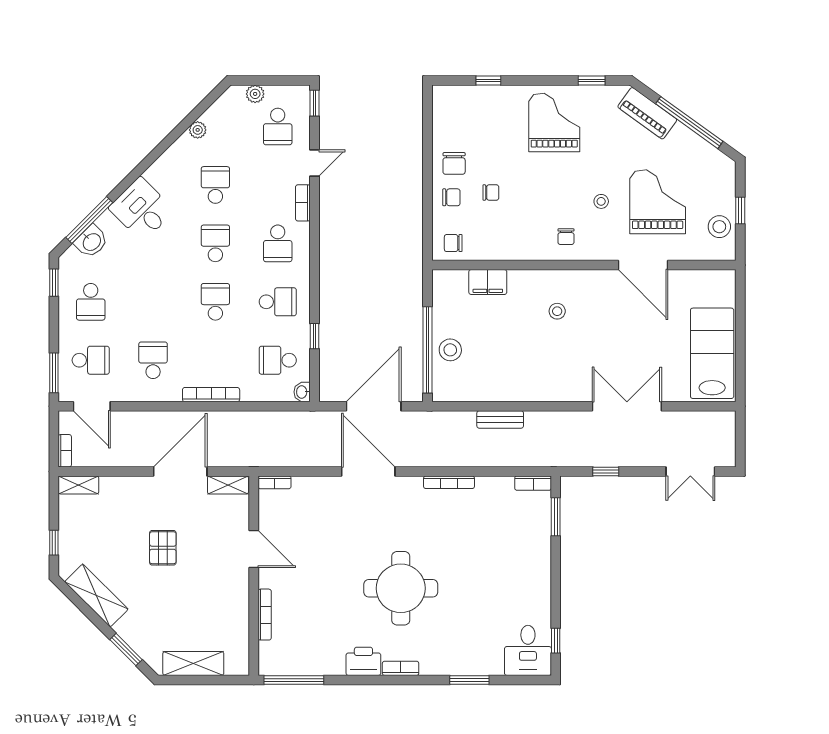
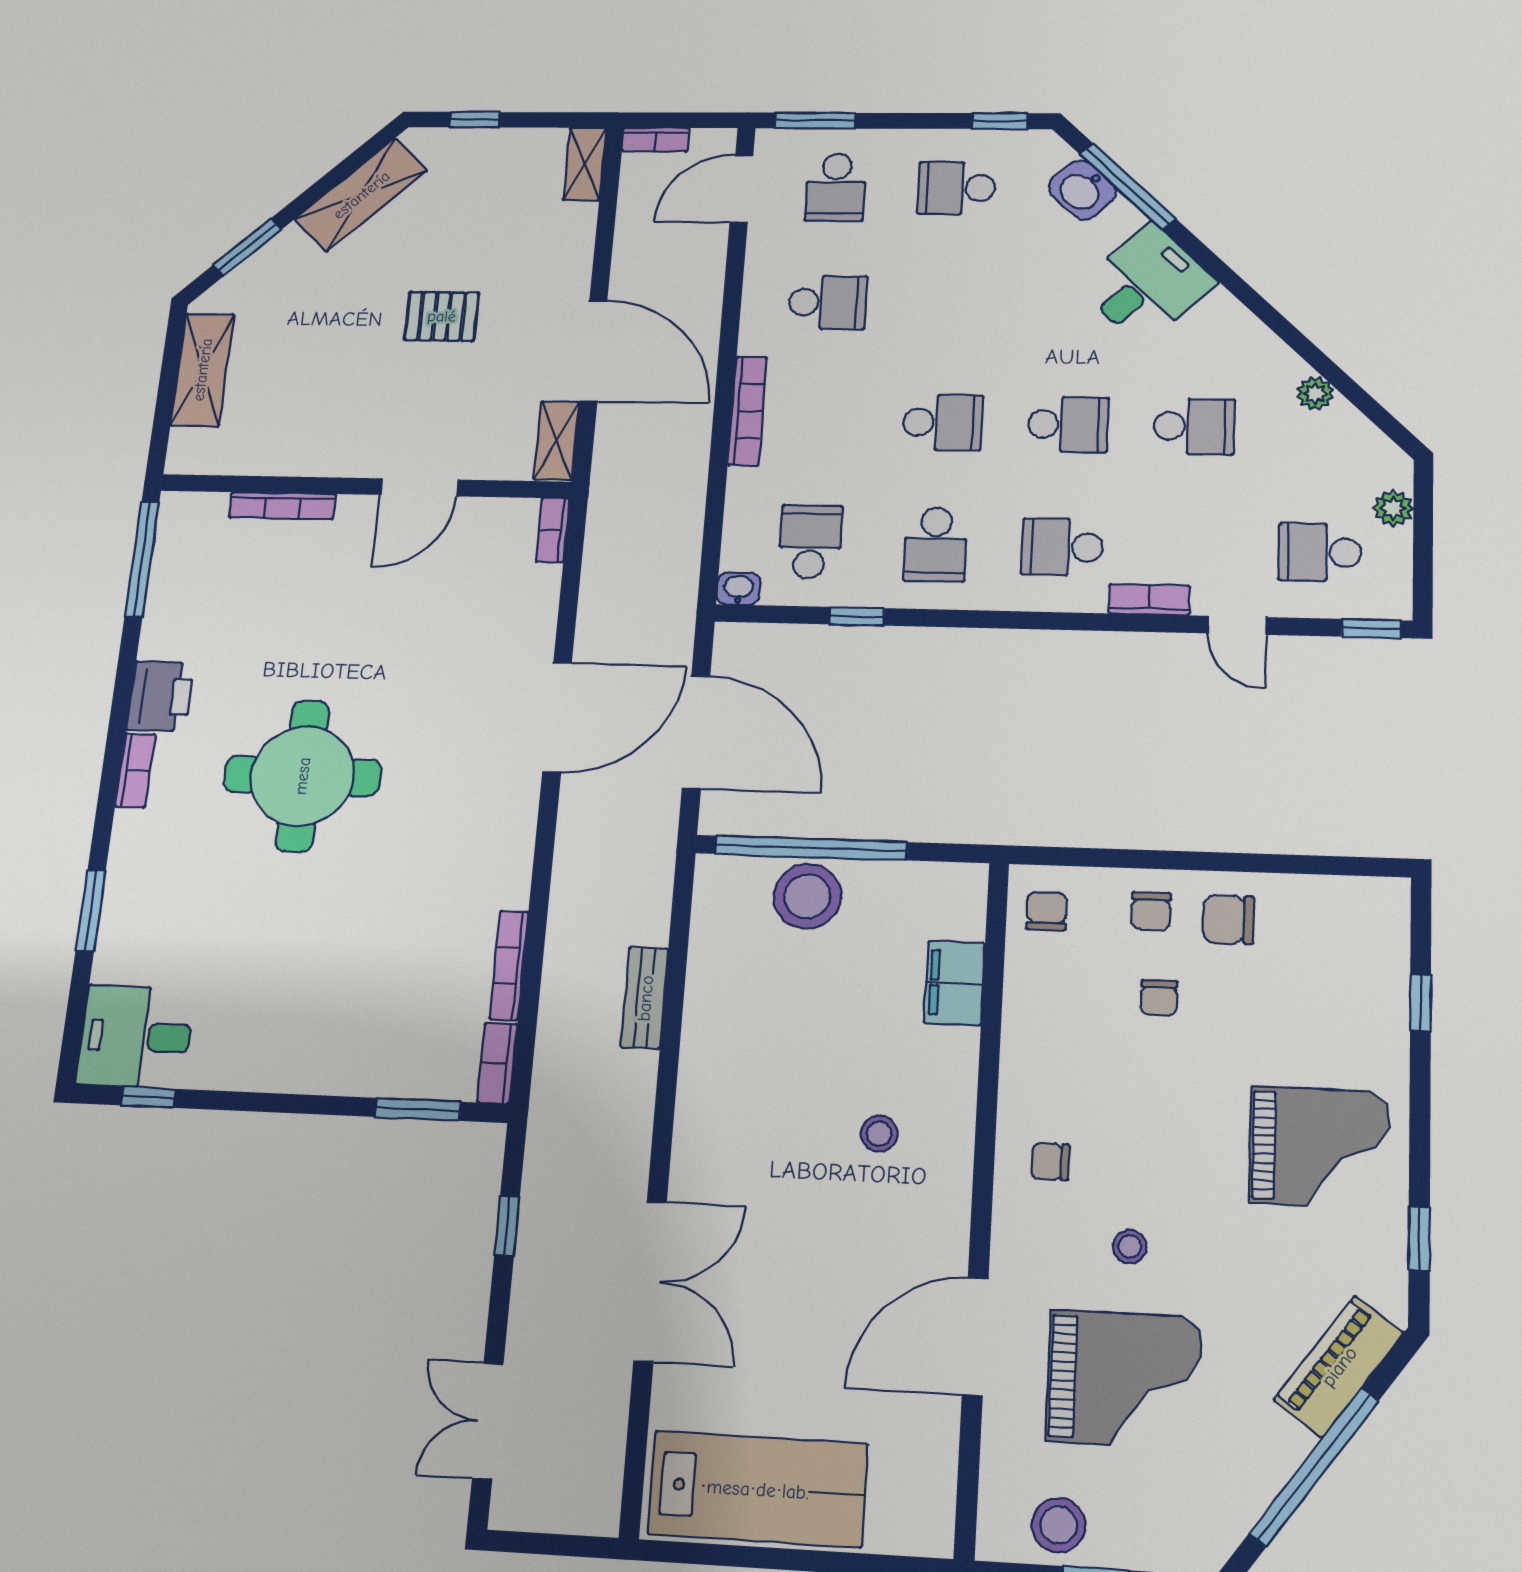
stool: (450, 350) -> (807, 896), width x1.38, depth x1.38
bookcase: (449, 482) -> (509, 965), moved

